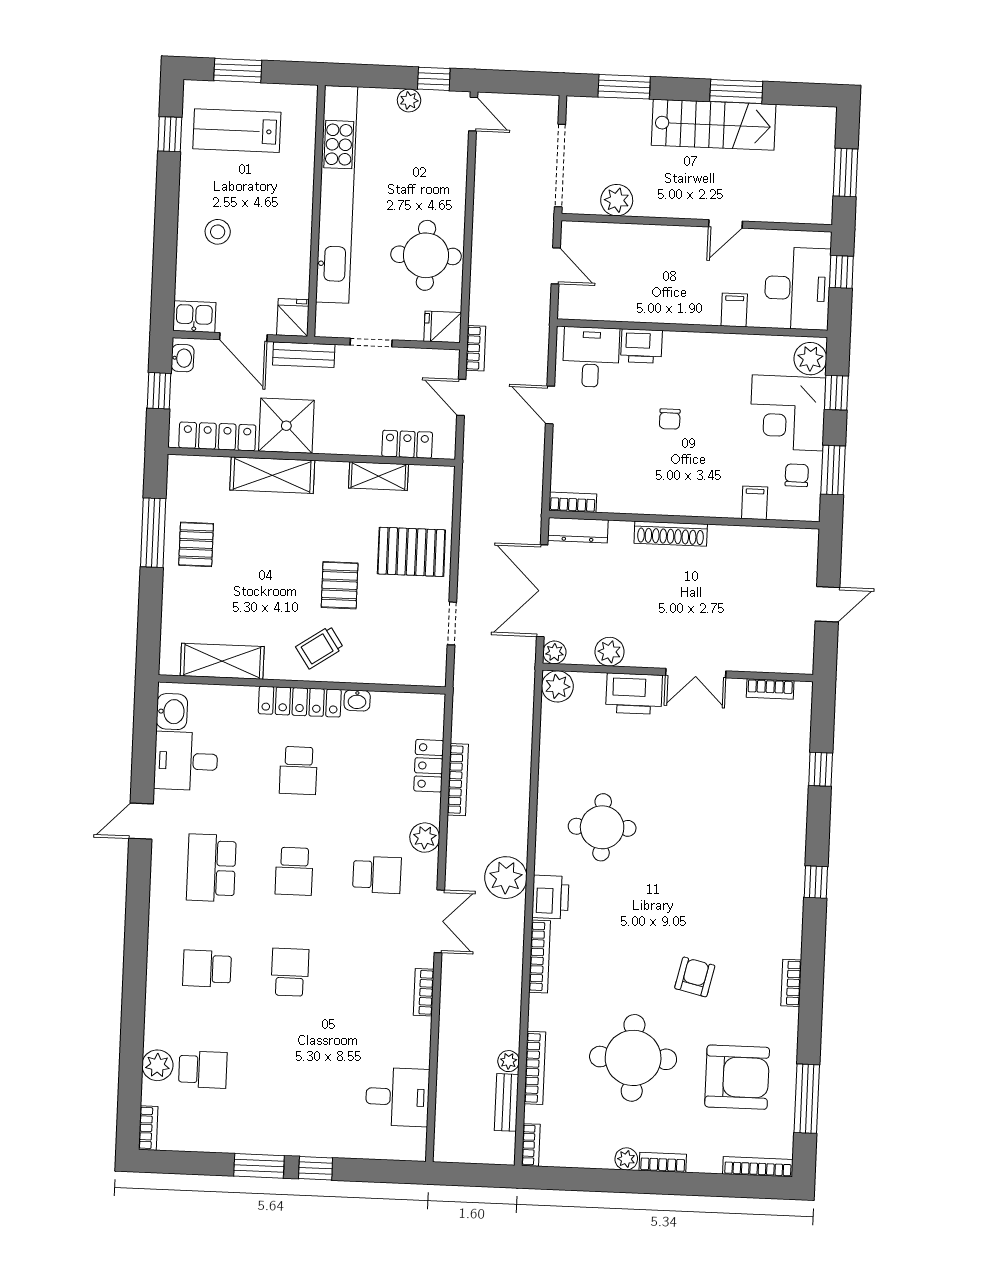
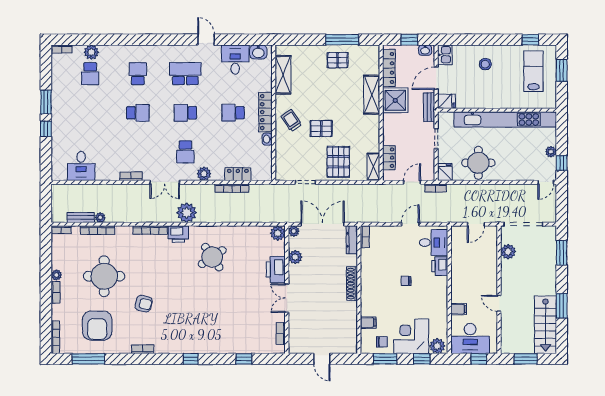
stairs: (714, 125) -> (546, 325), moved
shelving: (378, 476) -> (373, 167), moved
round table: (602, 827) -> (212, 257), turned -34

